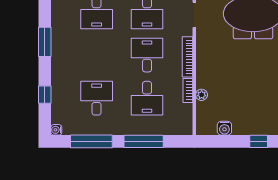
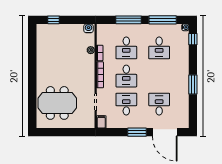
window: (45, 95) -> (193, 39), moved
desk: (147, 98) -> (126, 48), turned 180
water cooler: (224, 128) -> (88, 28), moved

